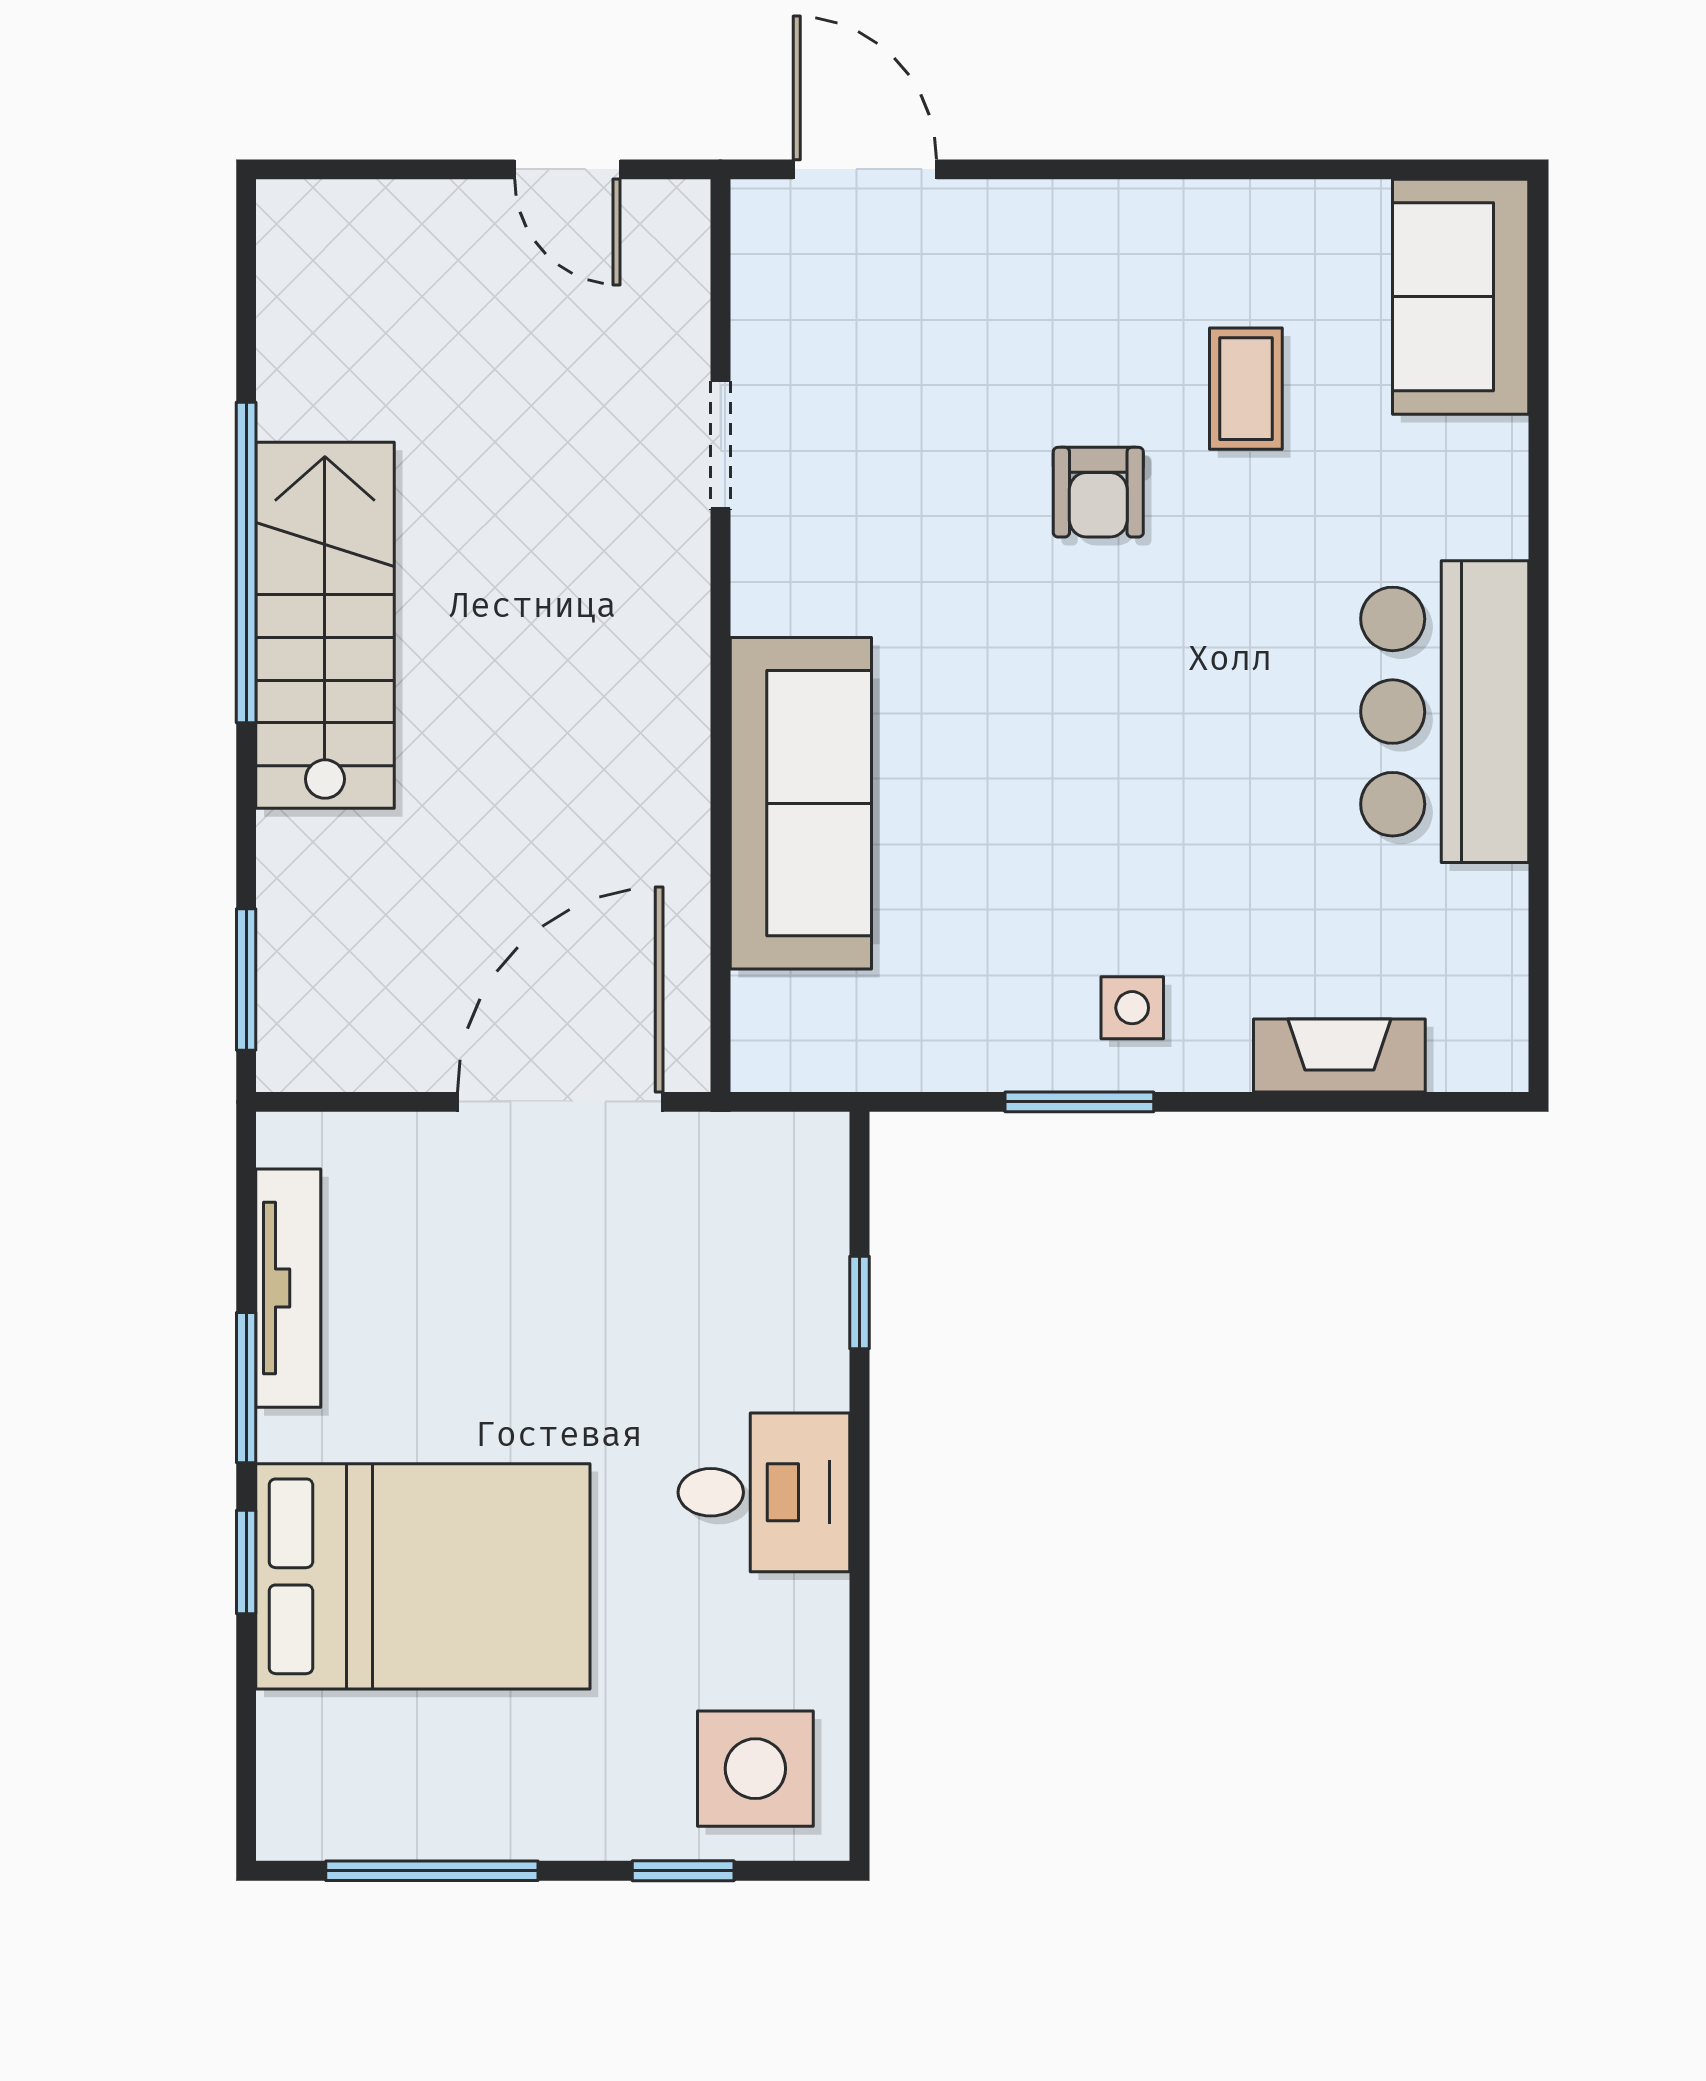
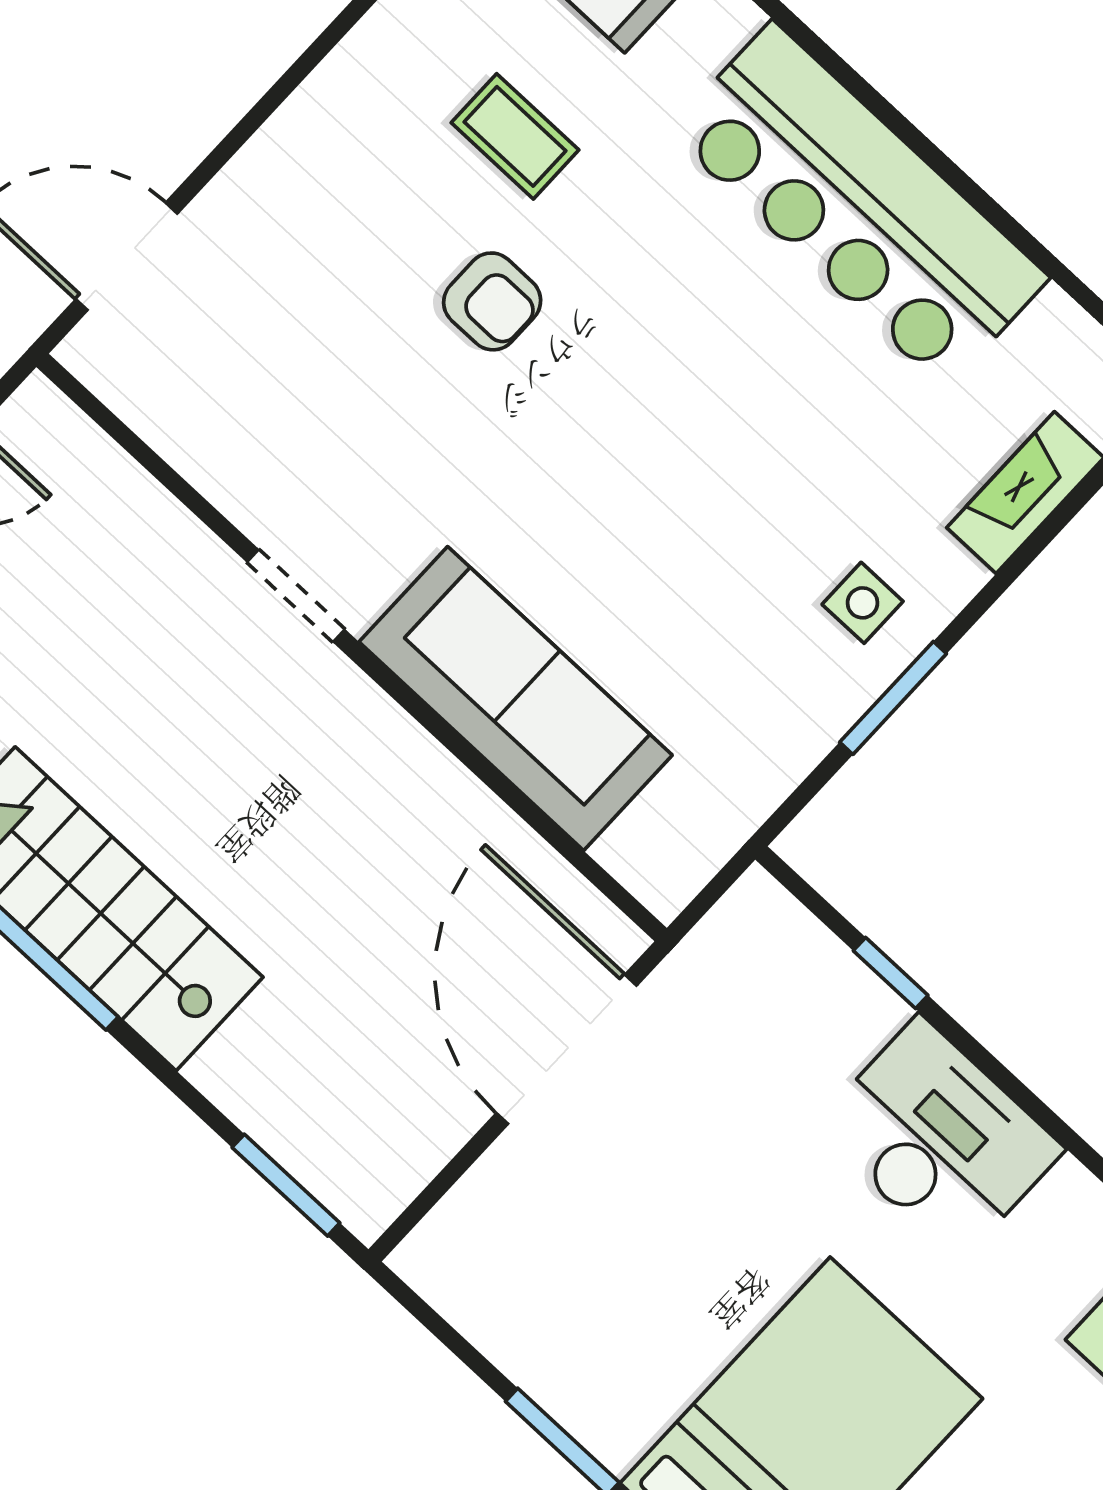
doorway: (721, 445) -> (296, 596), moved
bar counter: (1445, 712) -> (859, 205), width x1.36
tv unit: (288, 1288) -> (521, 1351), removed
desk: (764, 1492) -> (939, 1138), width x1.37

